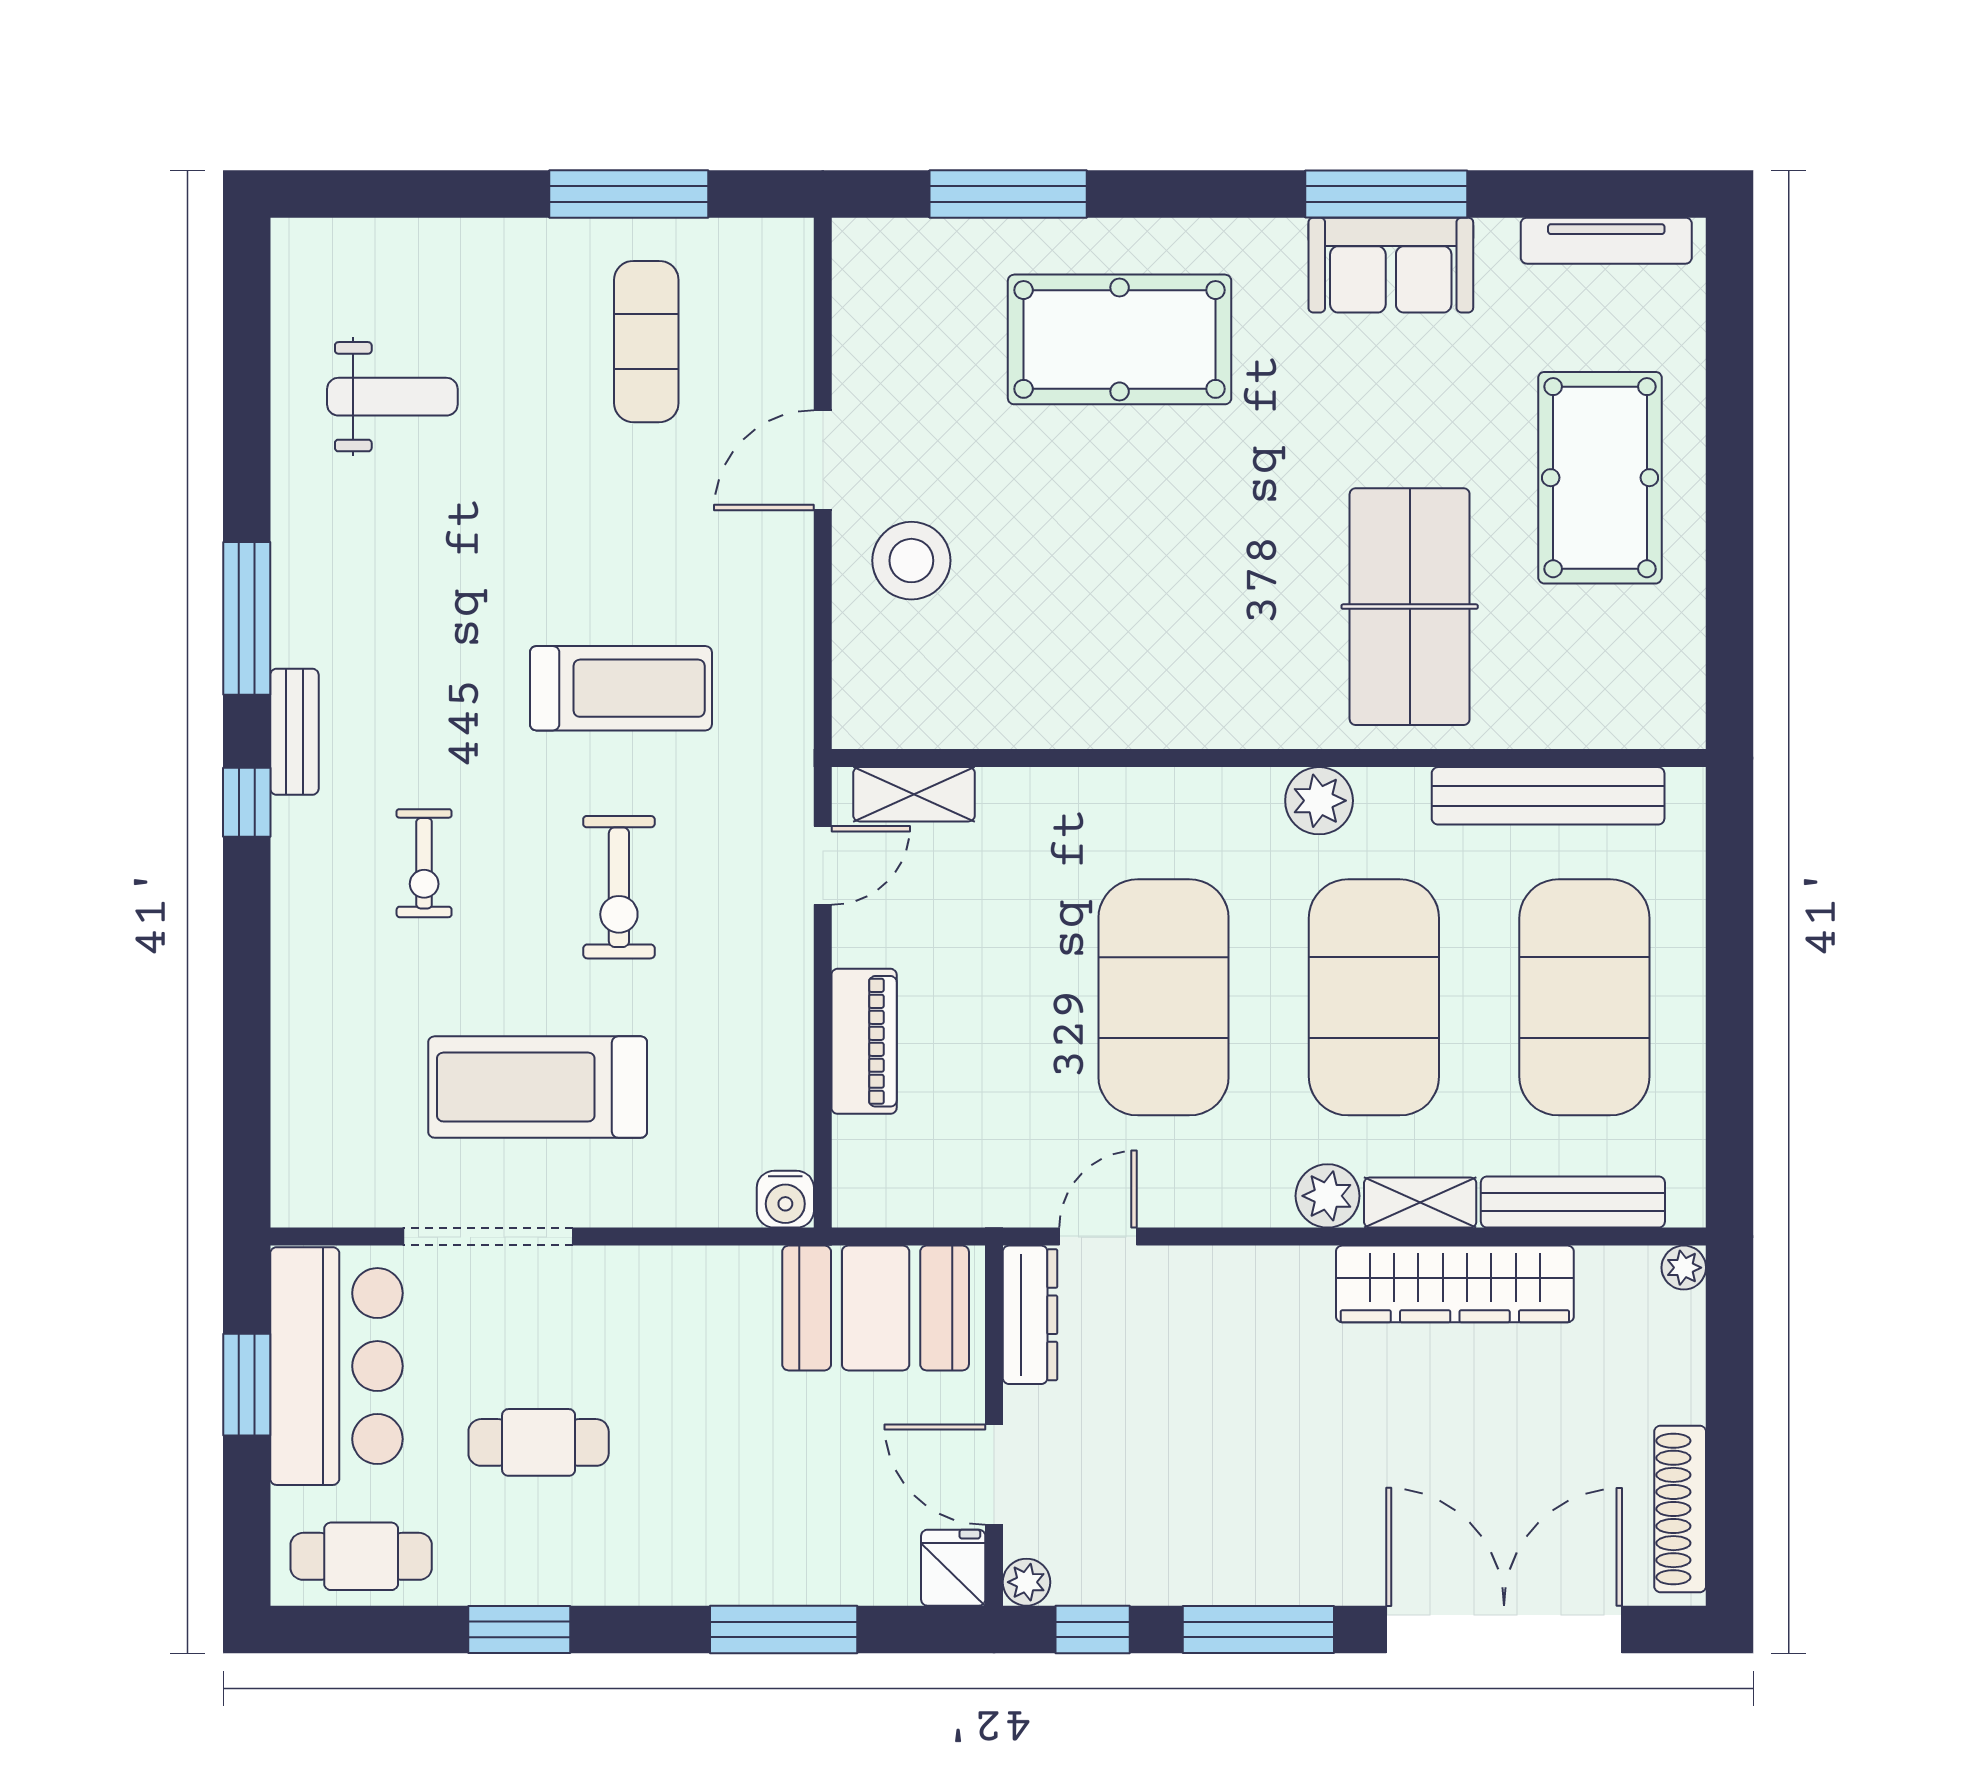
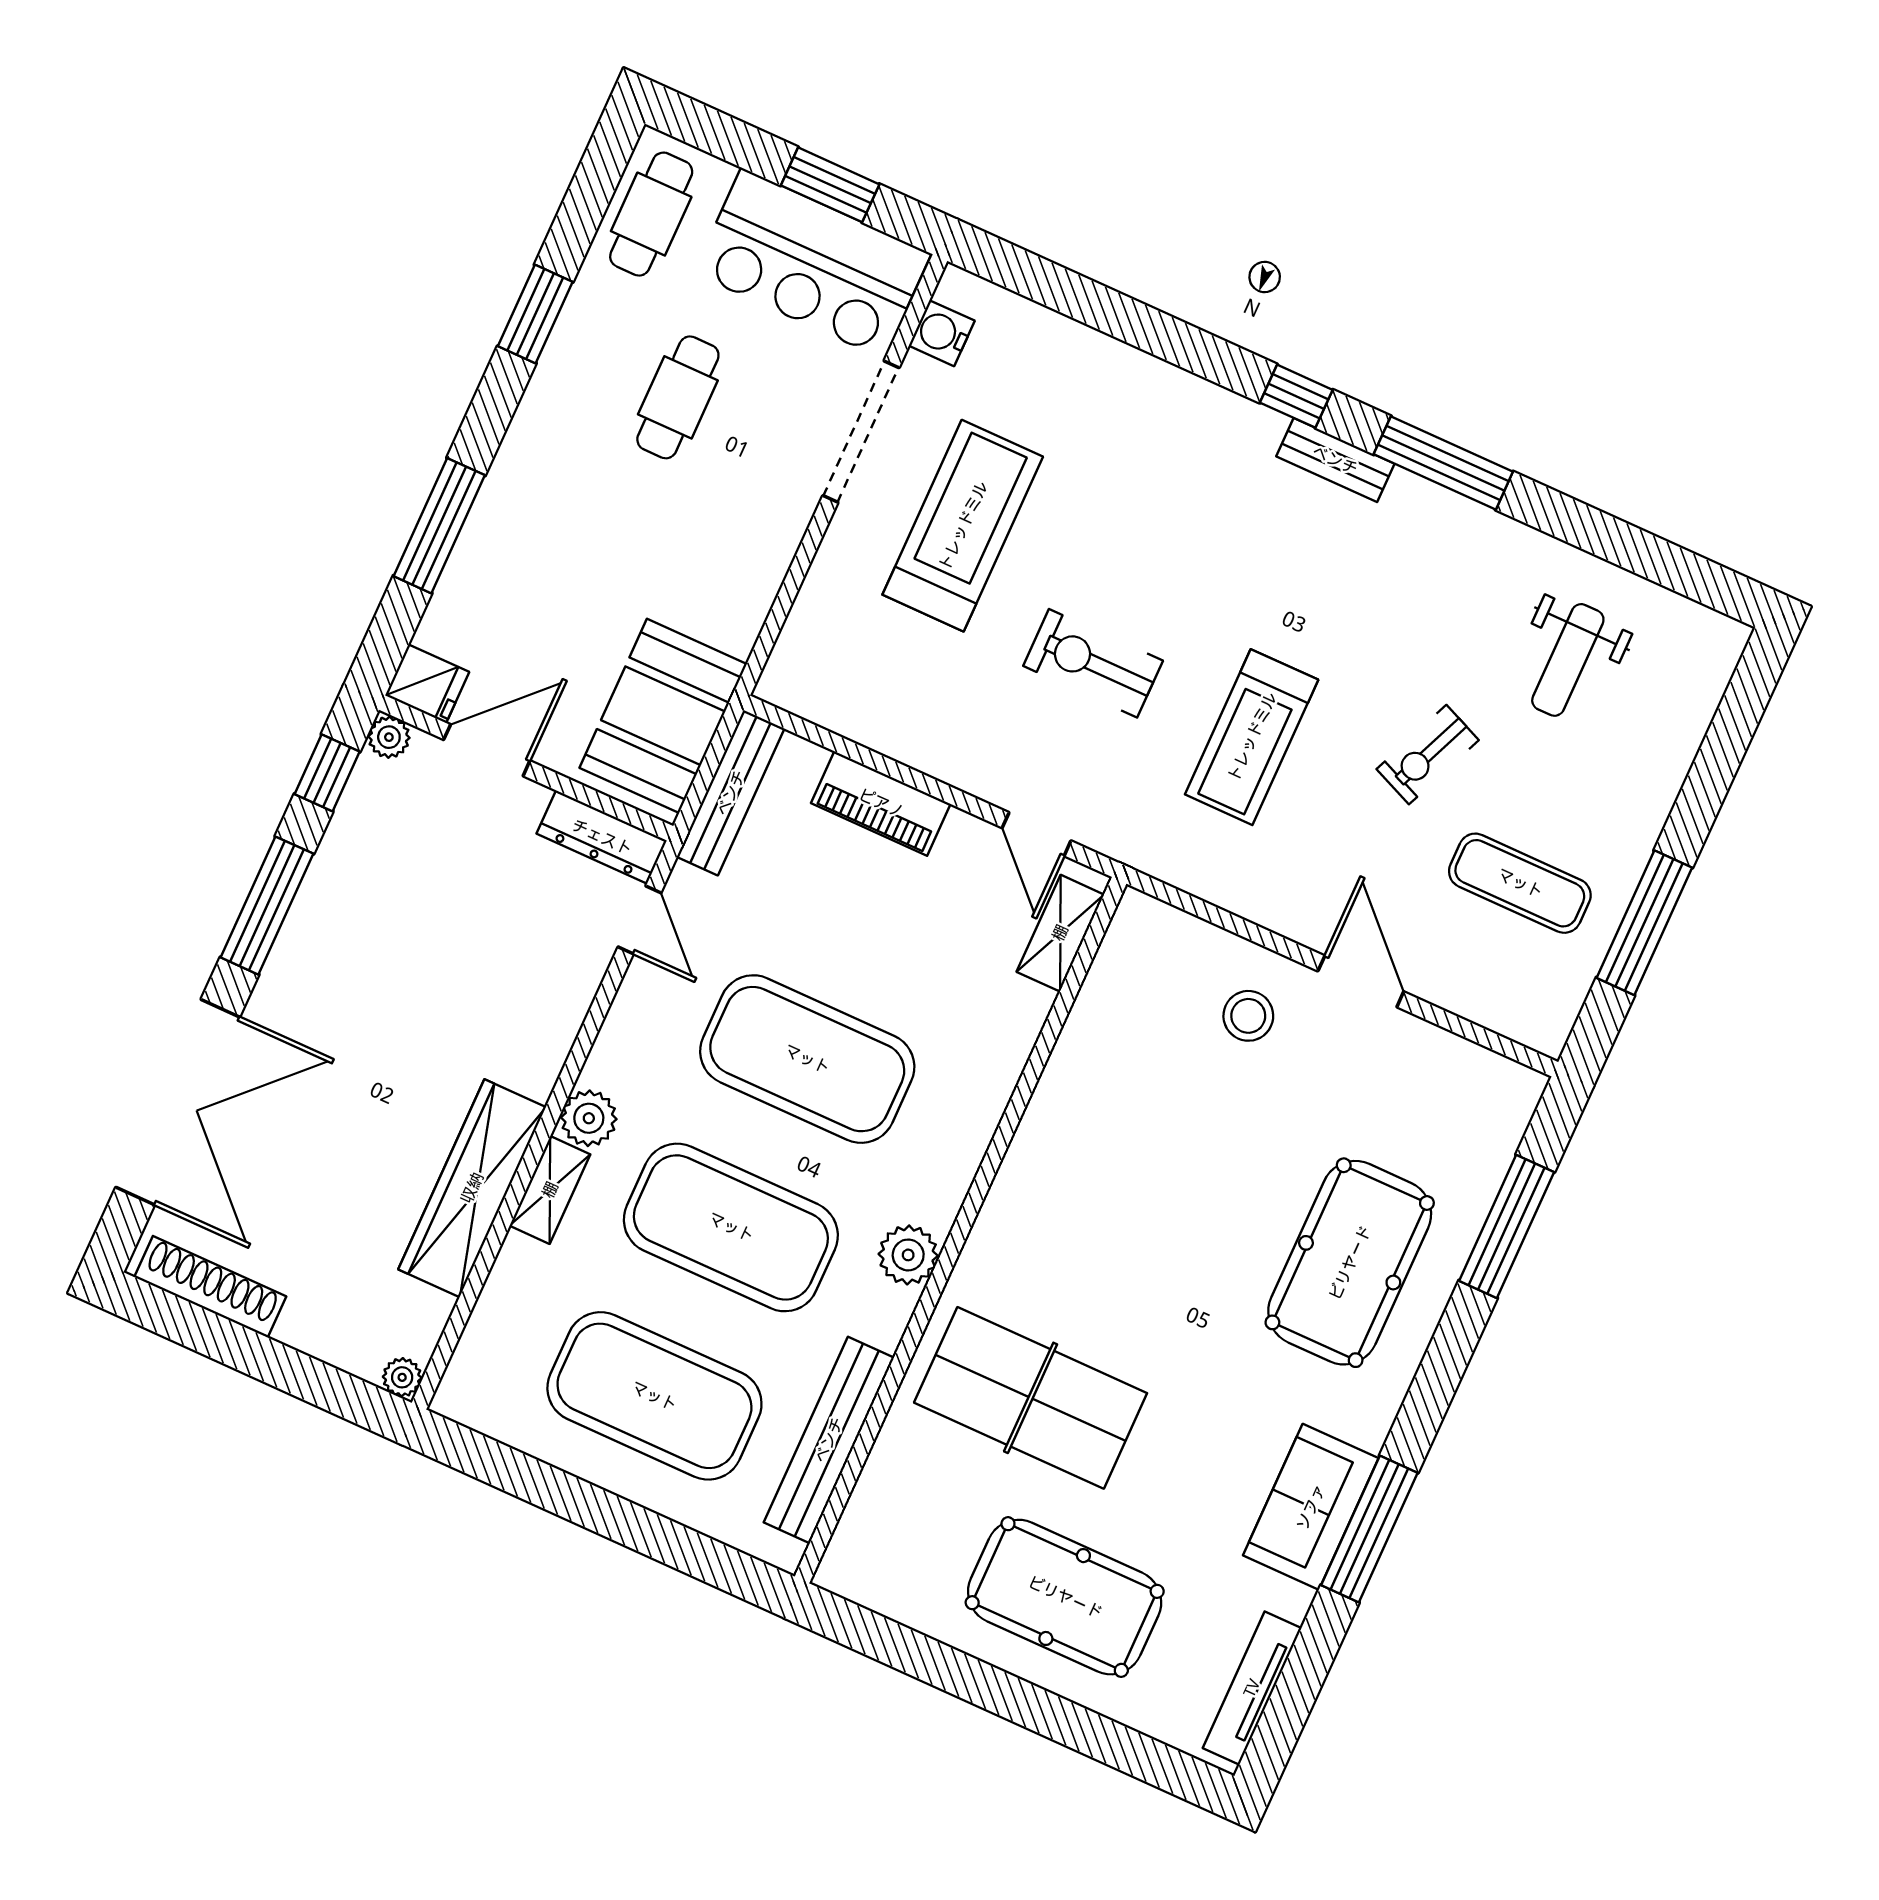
stool: (911, 561) -> (1248, 1016), width x0.73, depth x0.73
exercise bike: (424, 863) -> (1428, 755), moved, turned -67
water cooler: (785, 1199) -> (942, 333), moved
bench: (1573, 1202) -> (731, 793), moved

